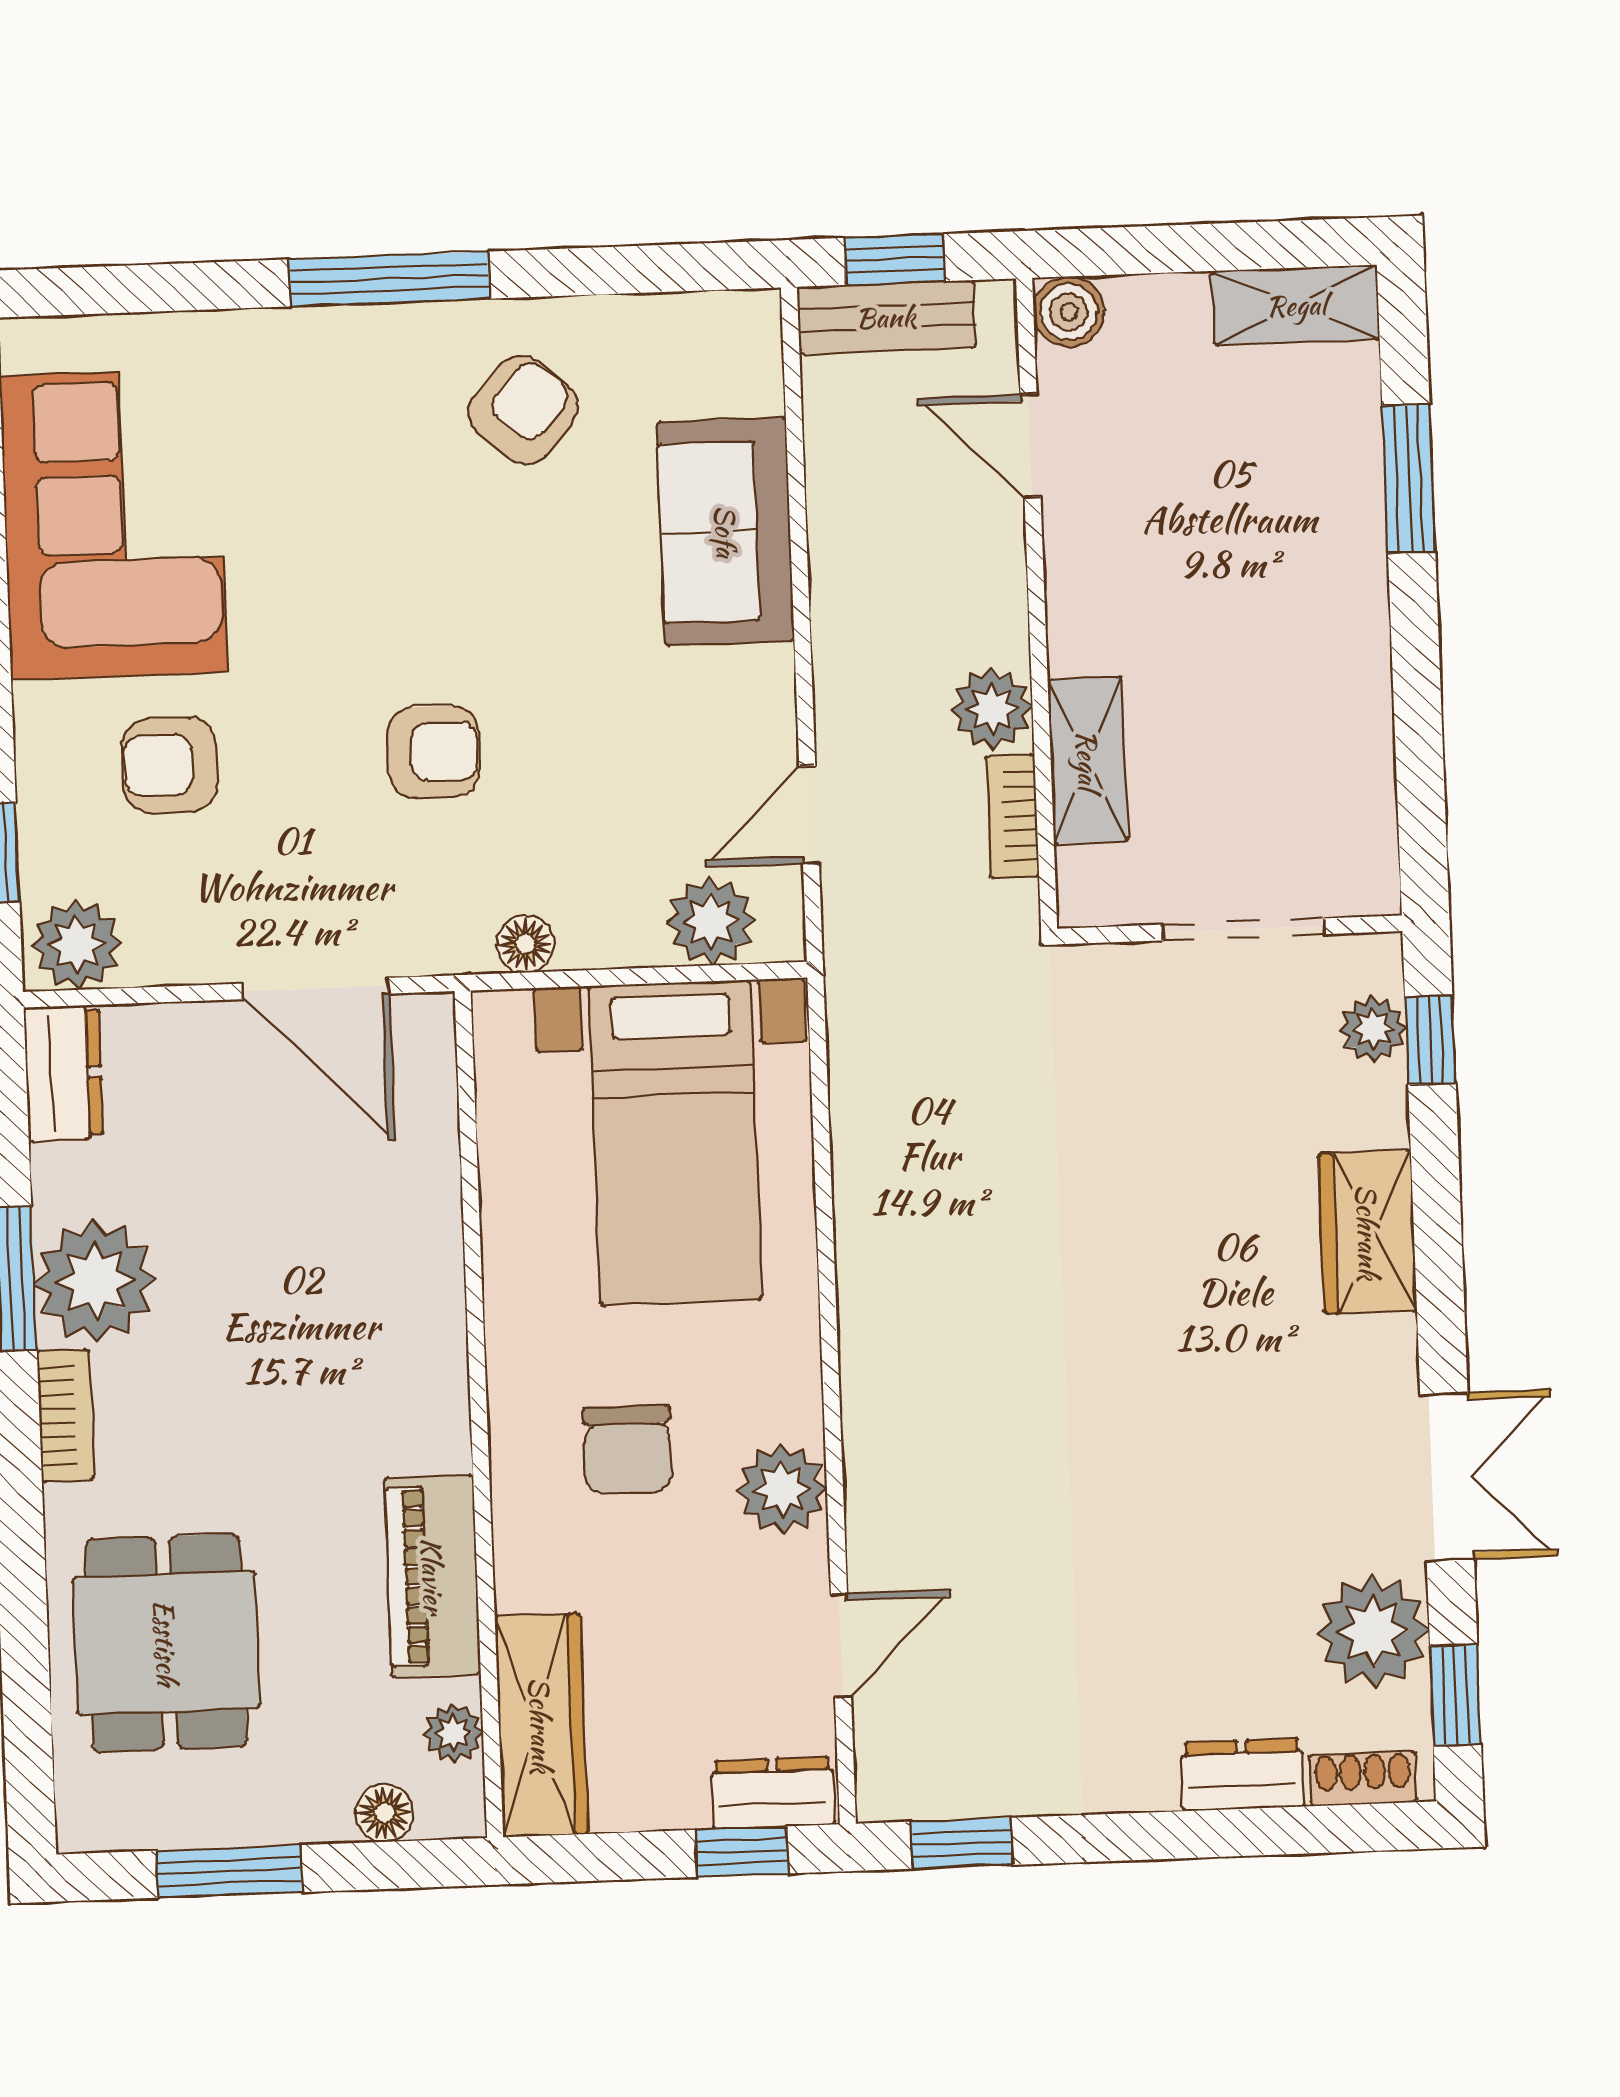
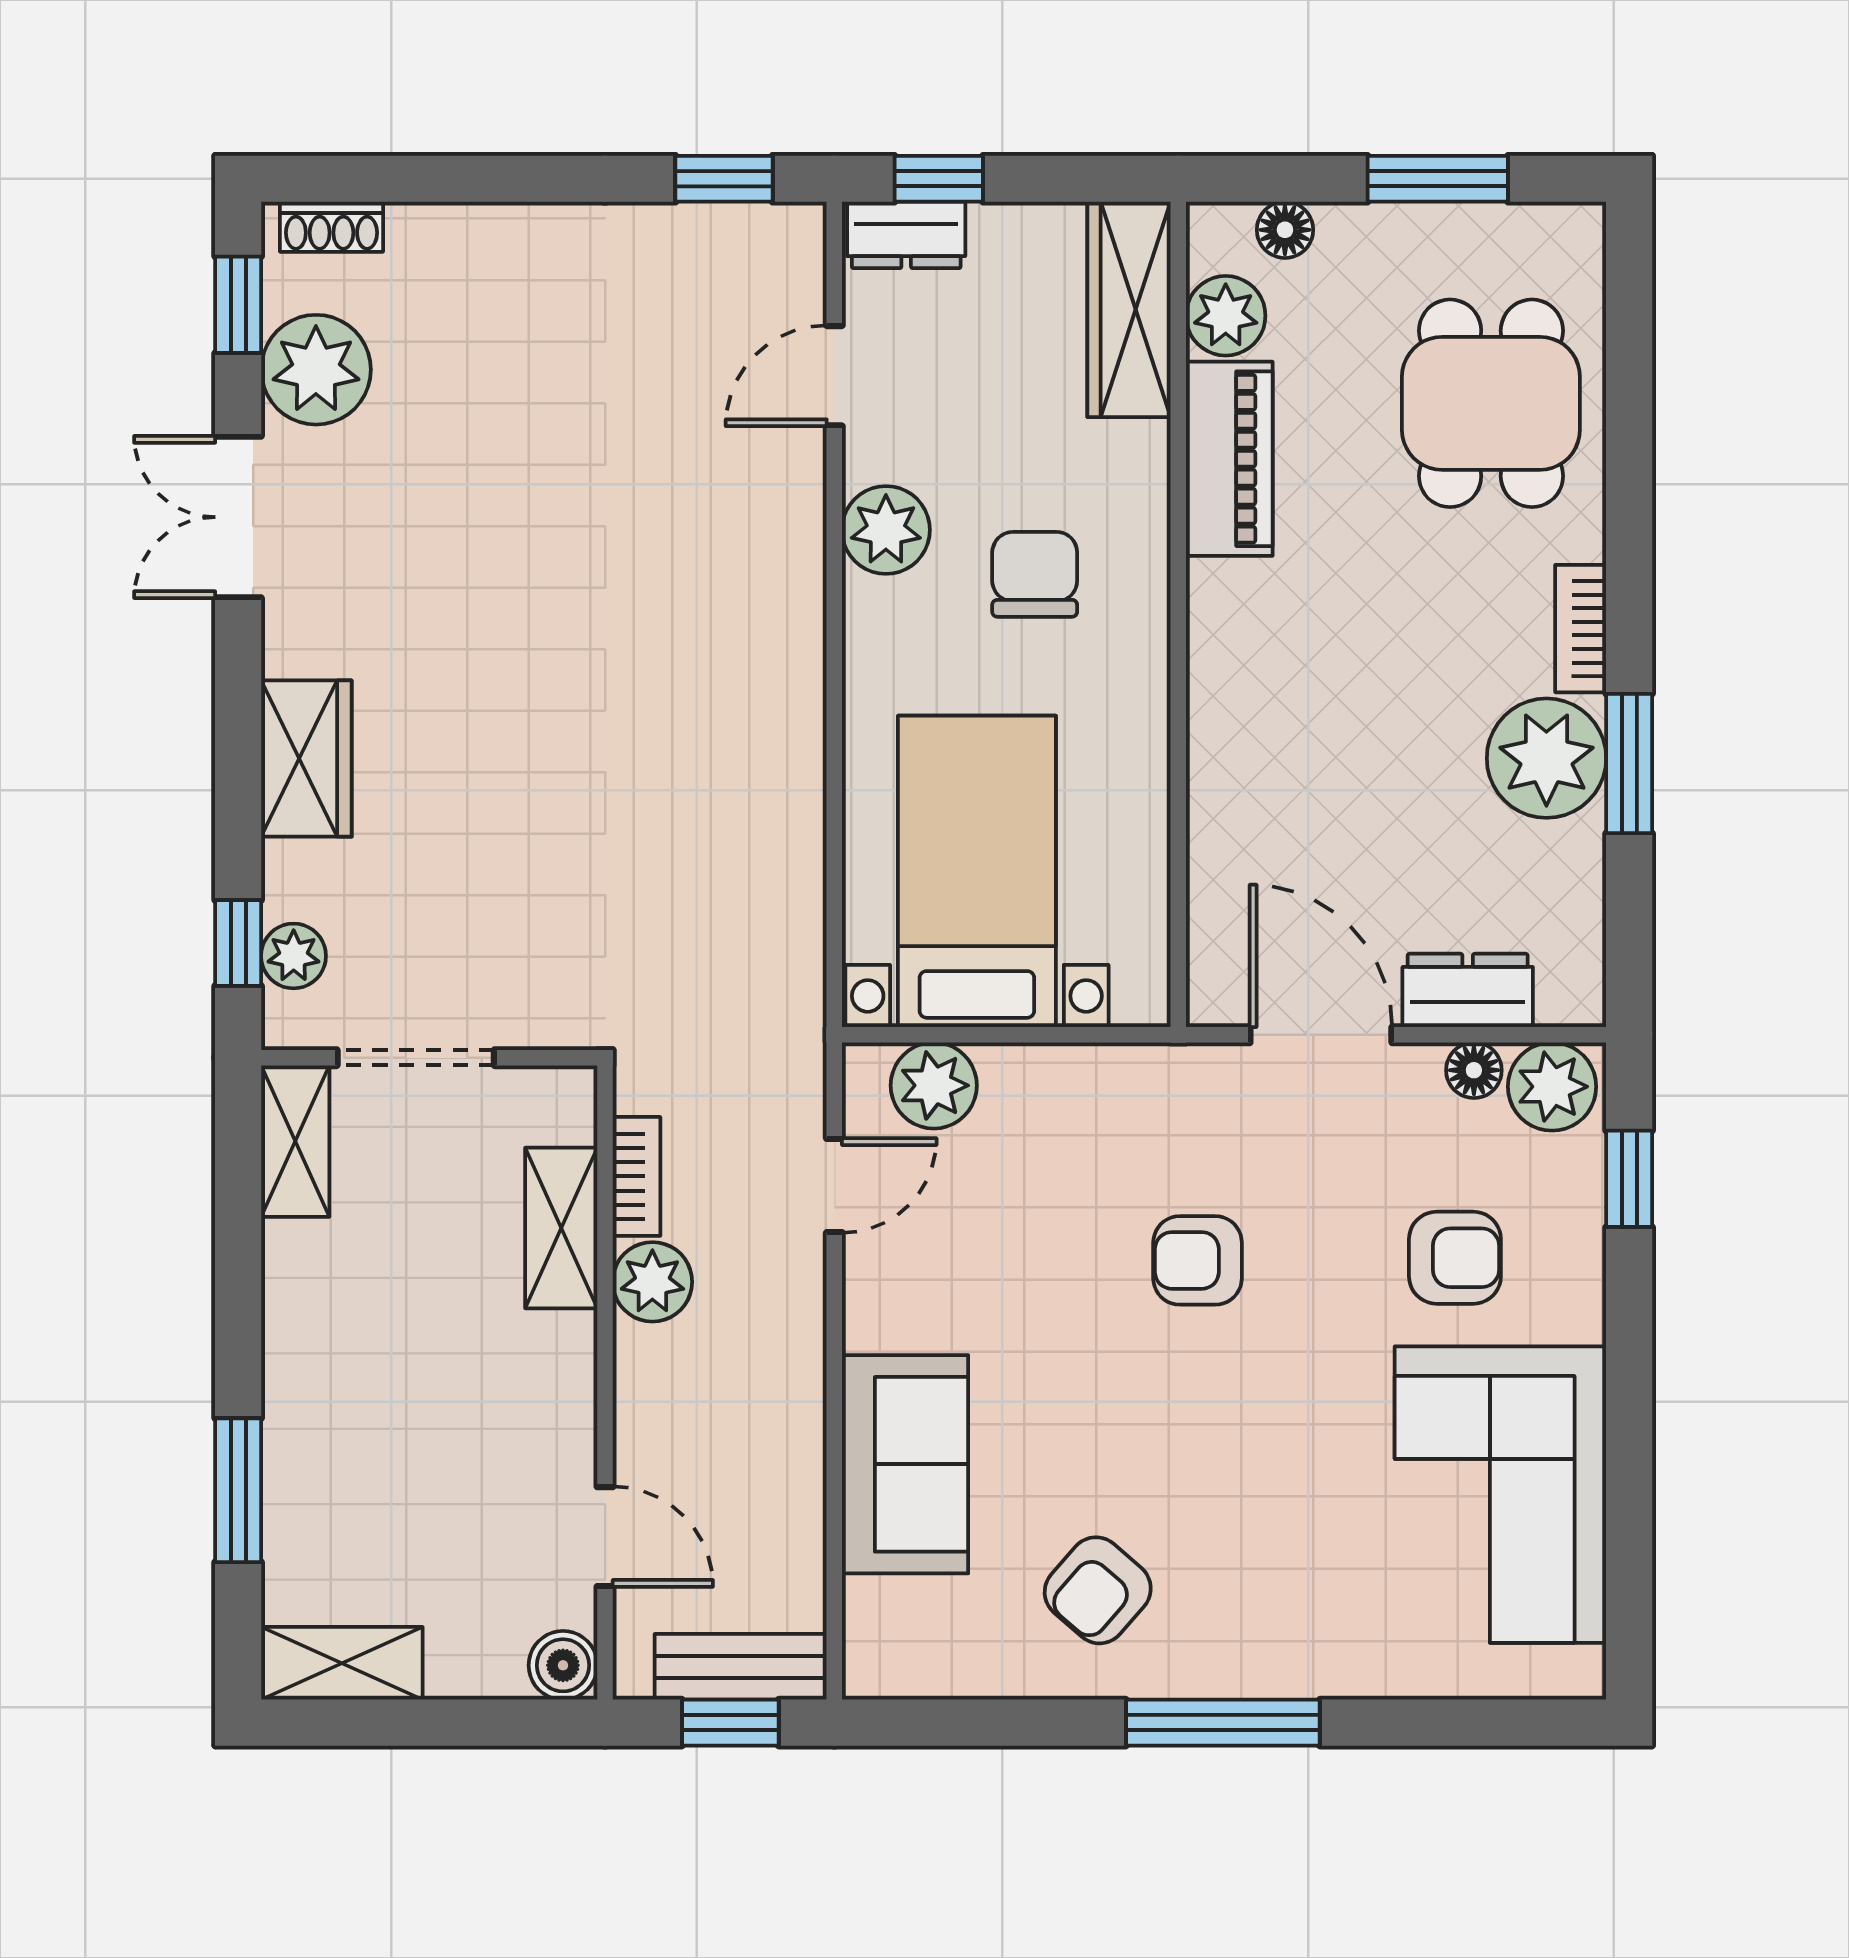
shelving: (1364, 839) -> (295, 1141), added
floor lamp: (525, 944) -> (1474, 1070), moved
dresser: (64, 1073) -> (1468, 990), moved, turned 90
plant: (453, 1733) -> (1226, 316), width x1.38, depth x1.38
dresser: (1243, 1775) -> (448, 235), removed

